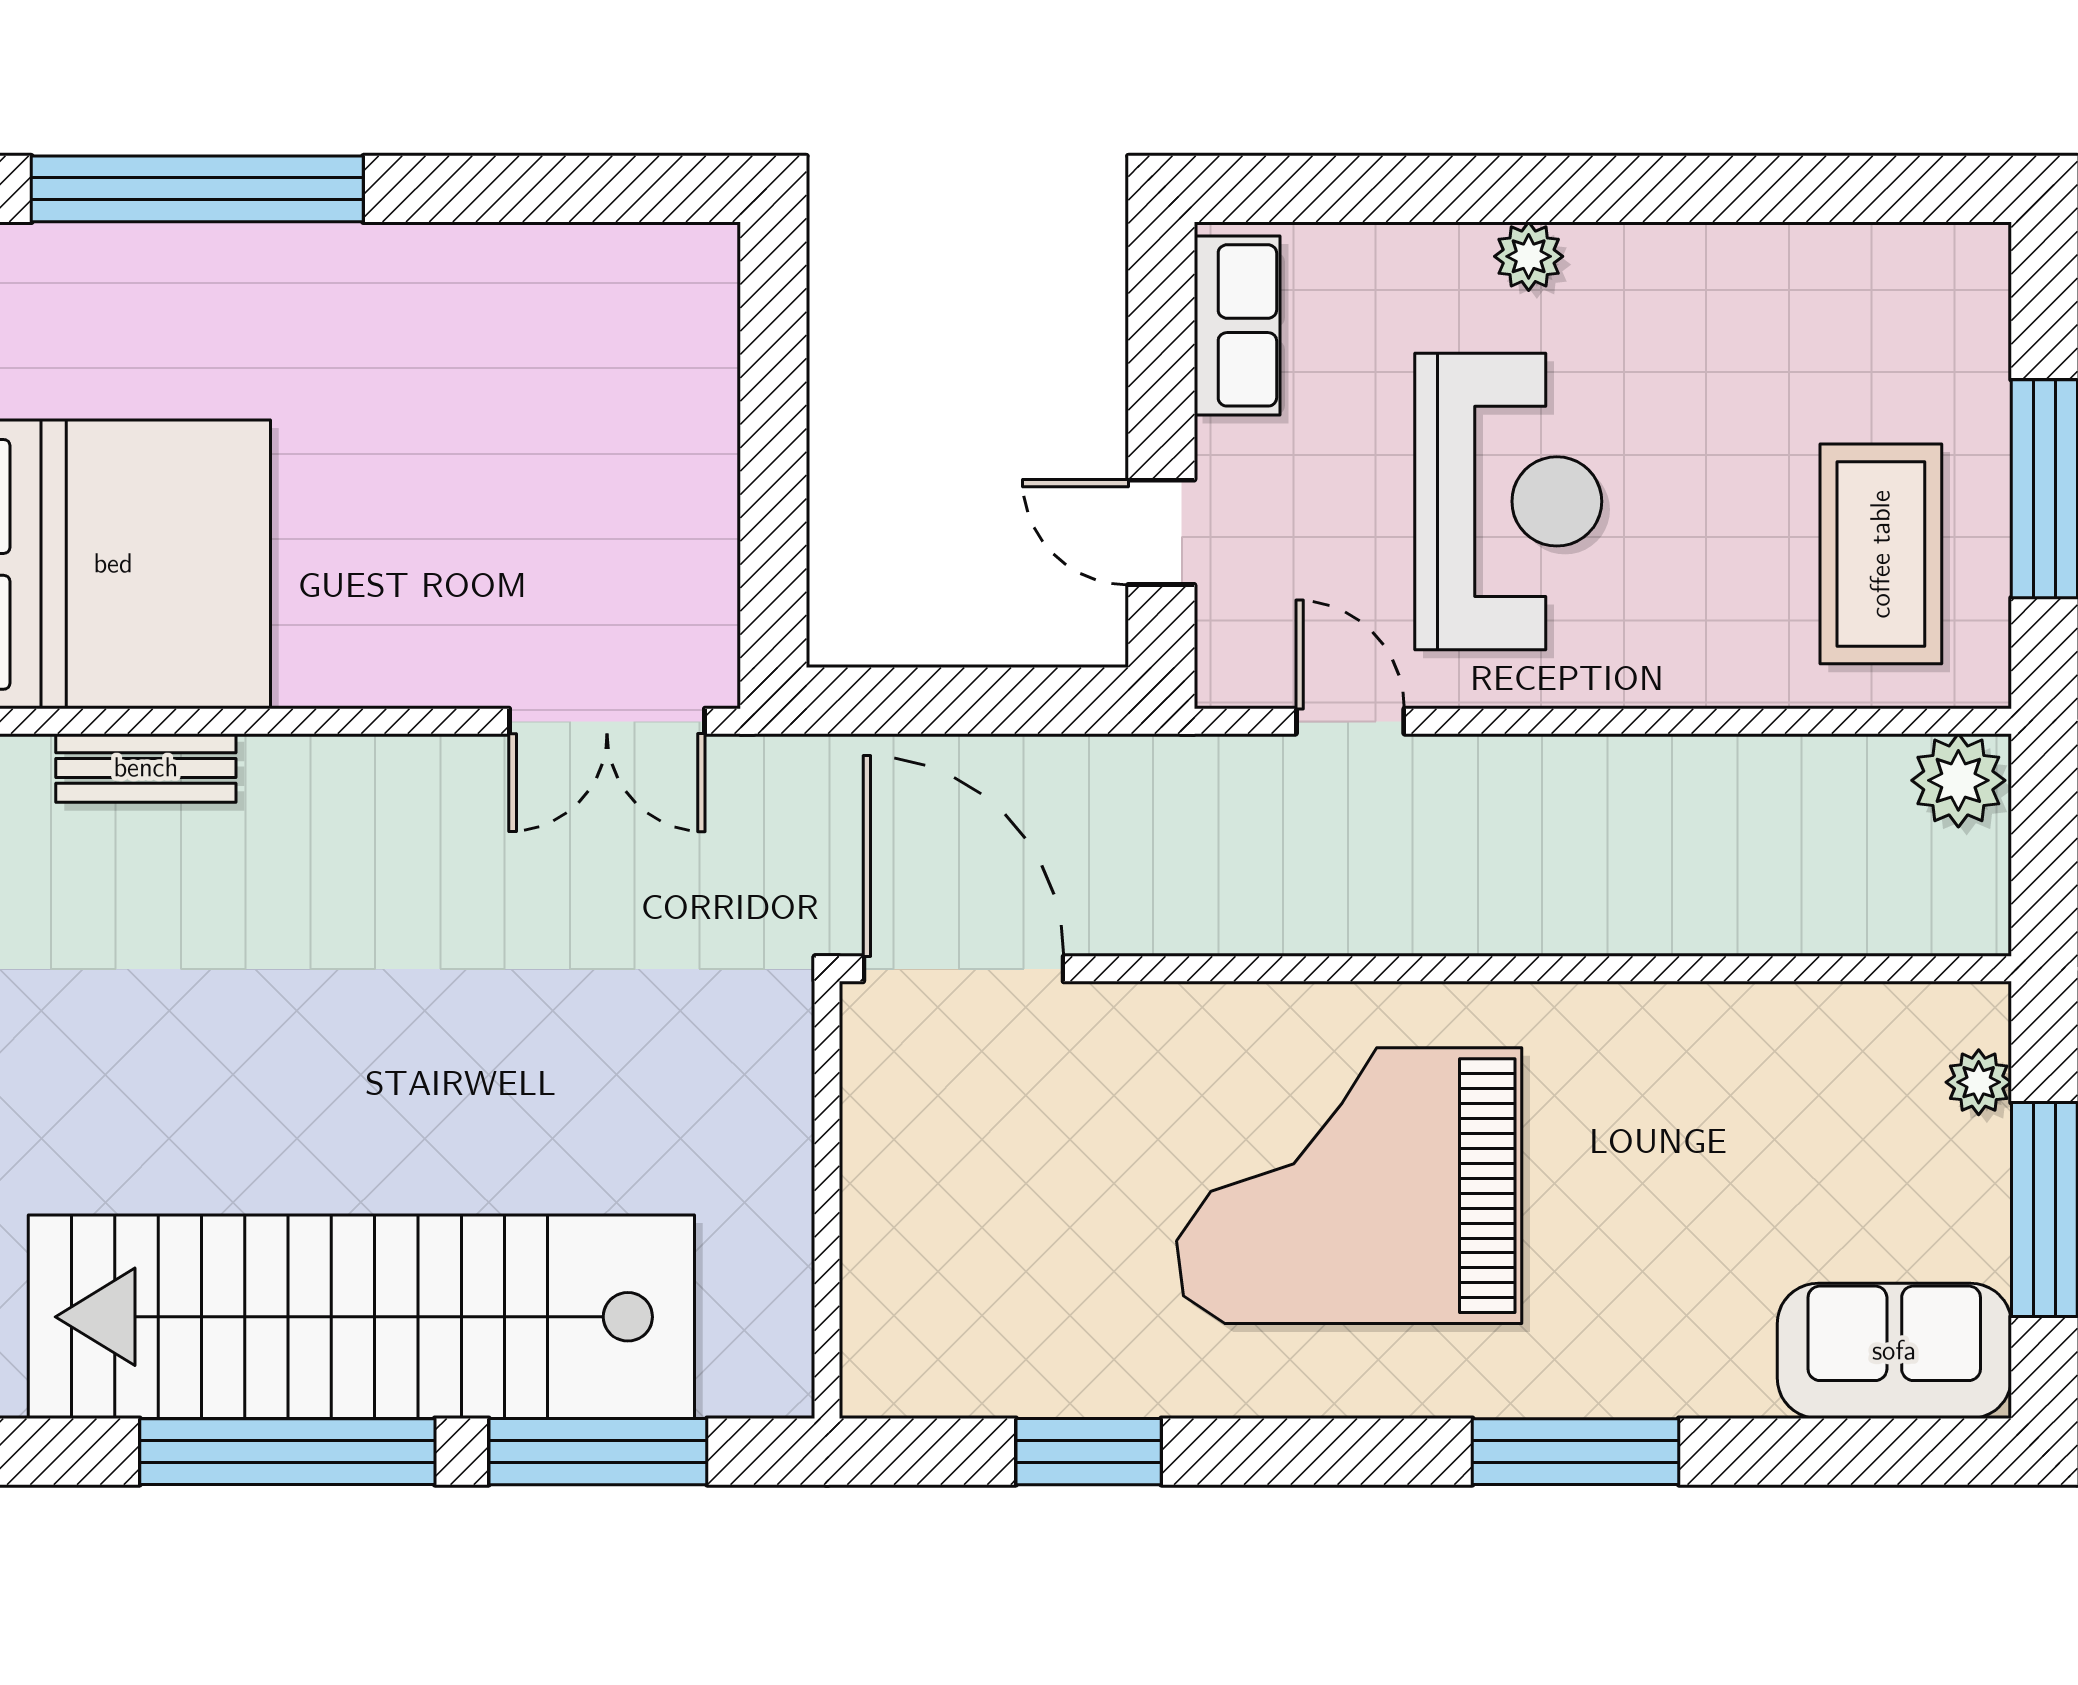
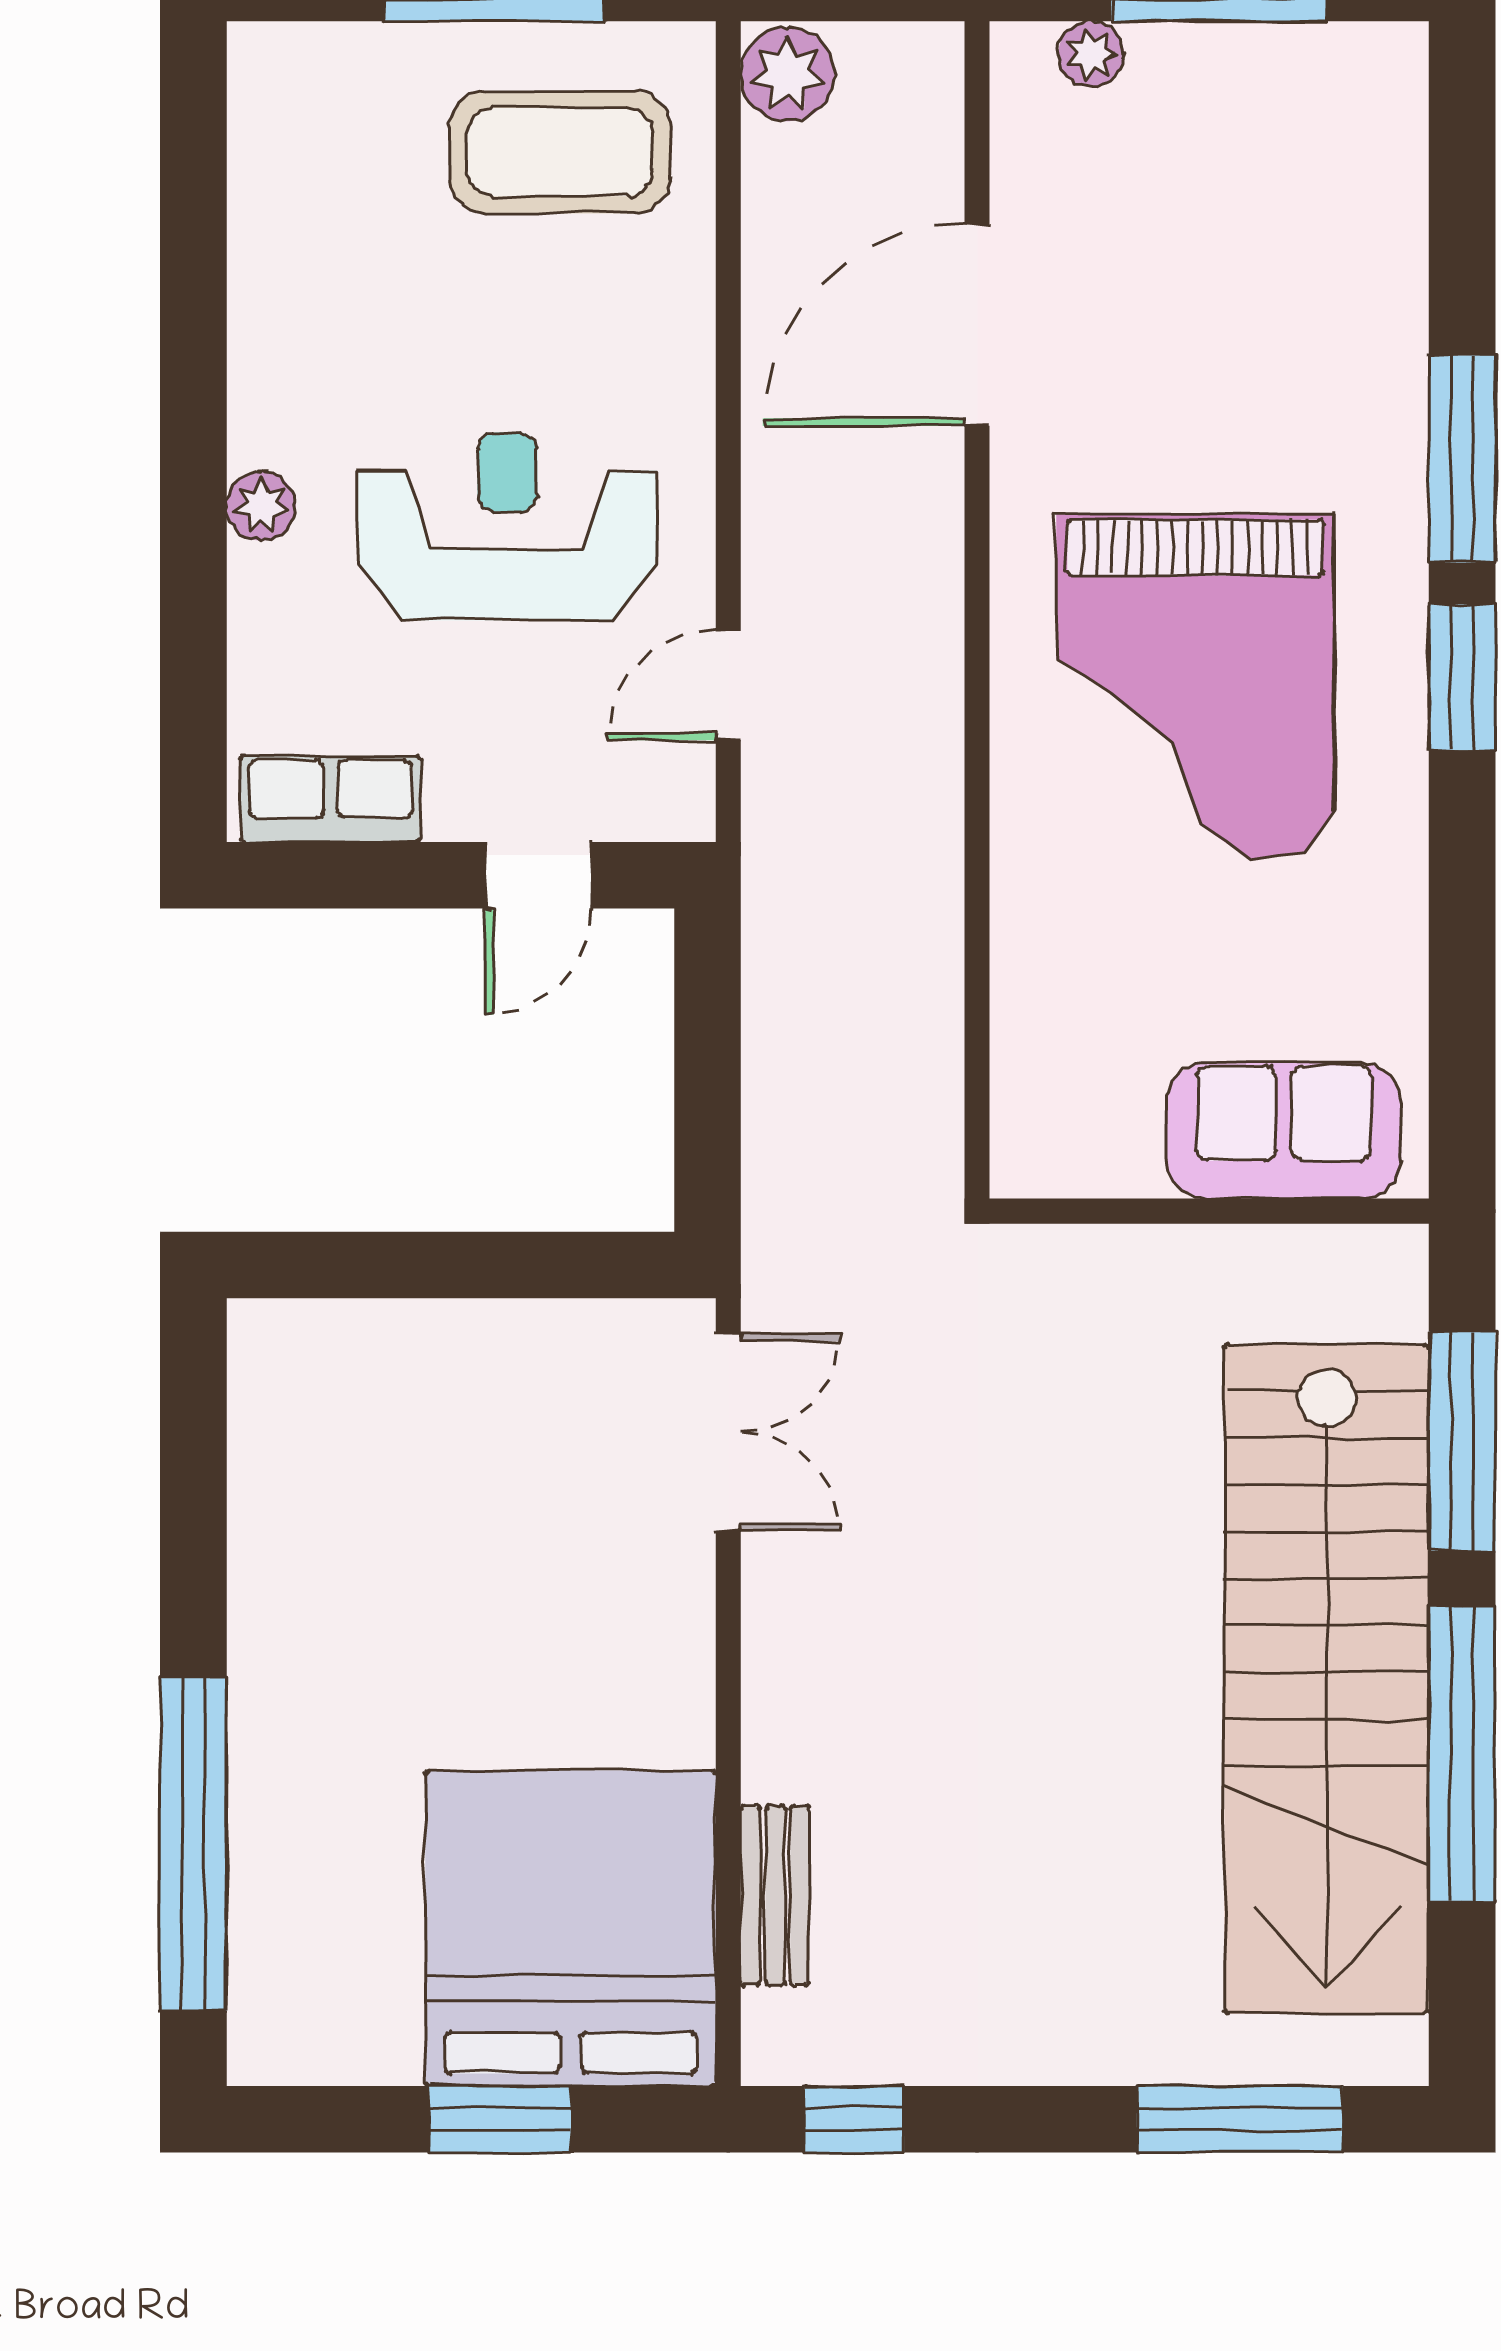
door: (963, 969) -> (977, 325), moved
sofa: (1894, 1351) -> (1284, 1131), moved, turned 90
window: (1089, 1452) -> (1462, 677), moved

